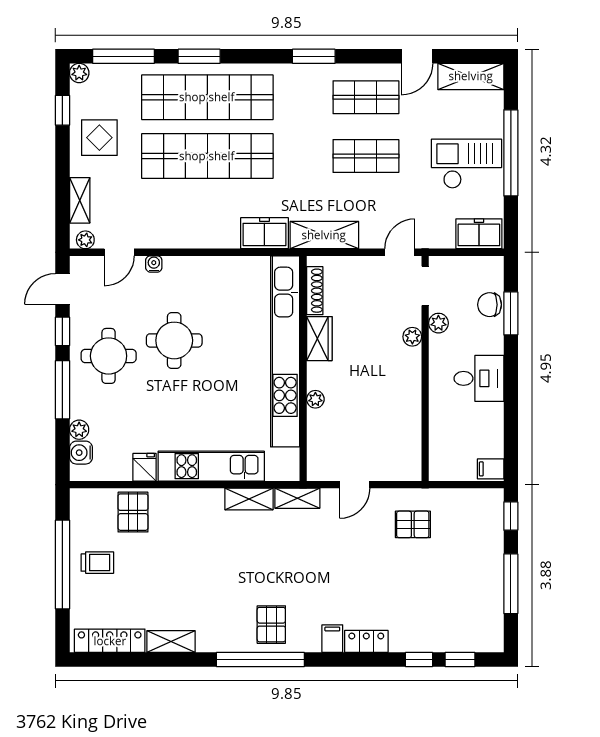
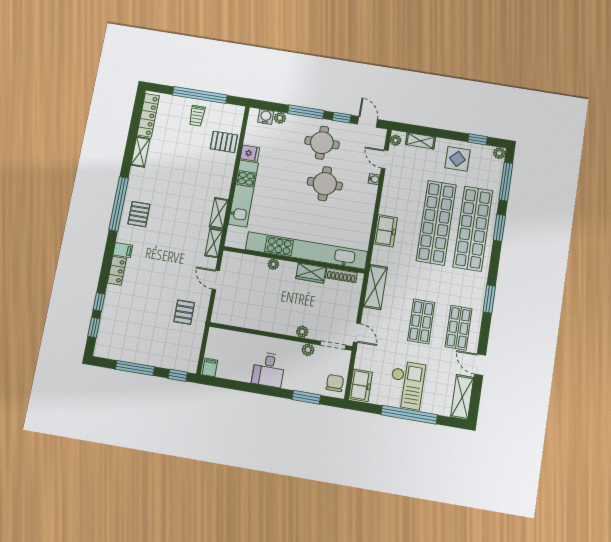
freezer: (264, 233) -> (385, 231), moved
chair: (490, 305) -> (335, 383), moved
pallet: (271, 625) -> (139, 214), turned 90

